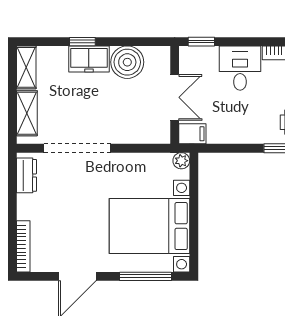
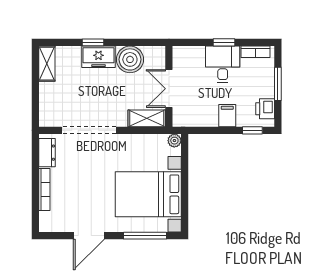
window: (201, 42) -> (224, 42), moved
double door: (175, 97) -> (169, 89), swing flipped
shelving: (27, 113) -> (147, 118), moved, turned 90
filing cabinet: (192, 134) -> (227, 116), moved, turned -90
bookcase: (23, 246) -> (44, 190), moved

